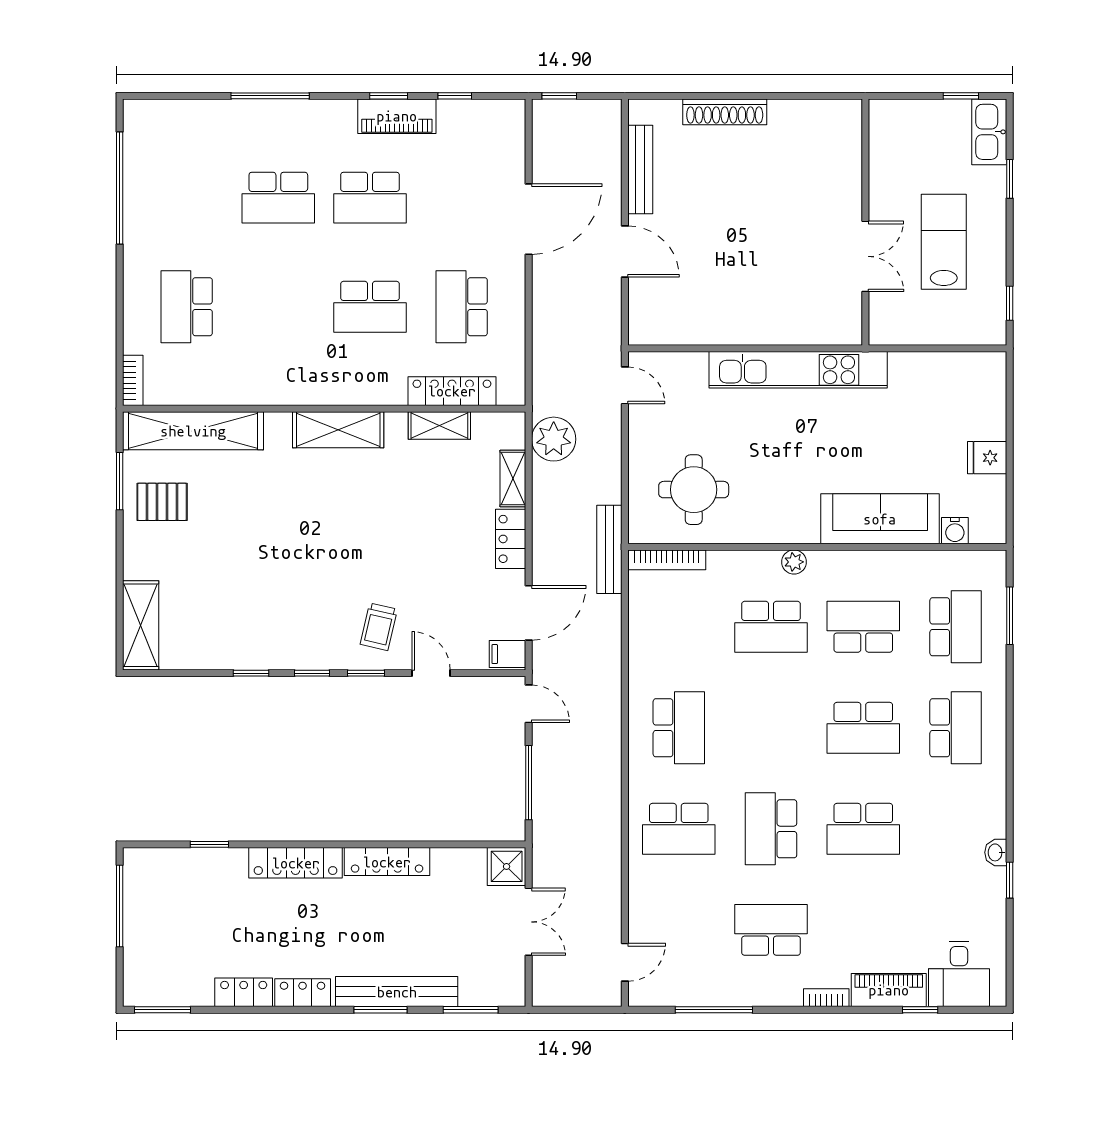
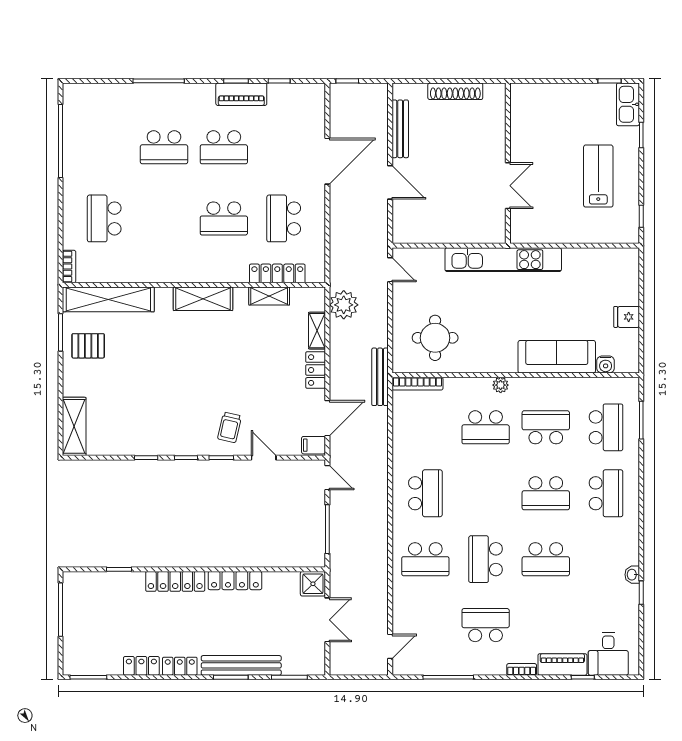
wall: (865, 222) -> (508, 163), moved
double door: (865, 256) -> (508, 186), moved

